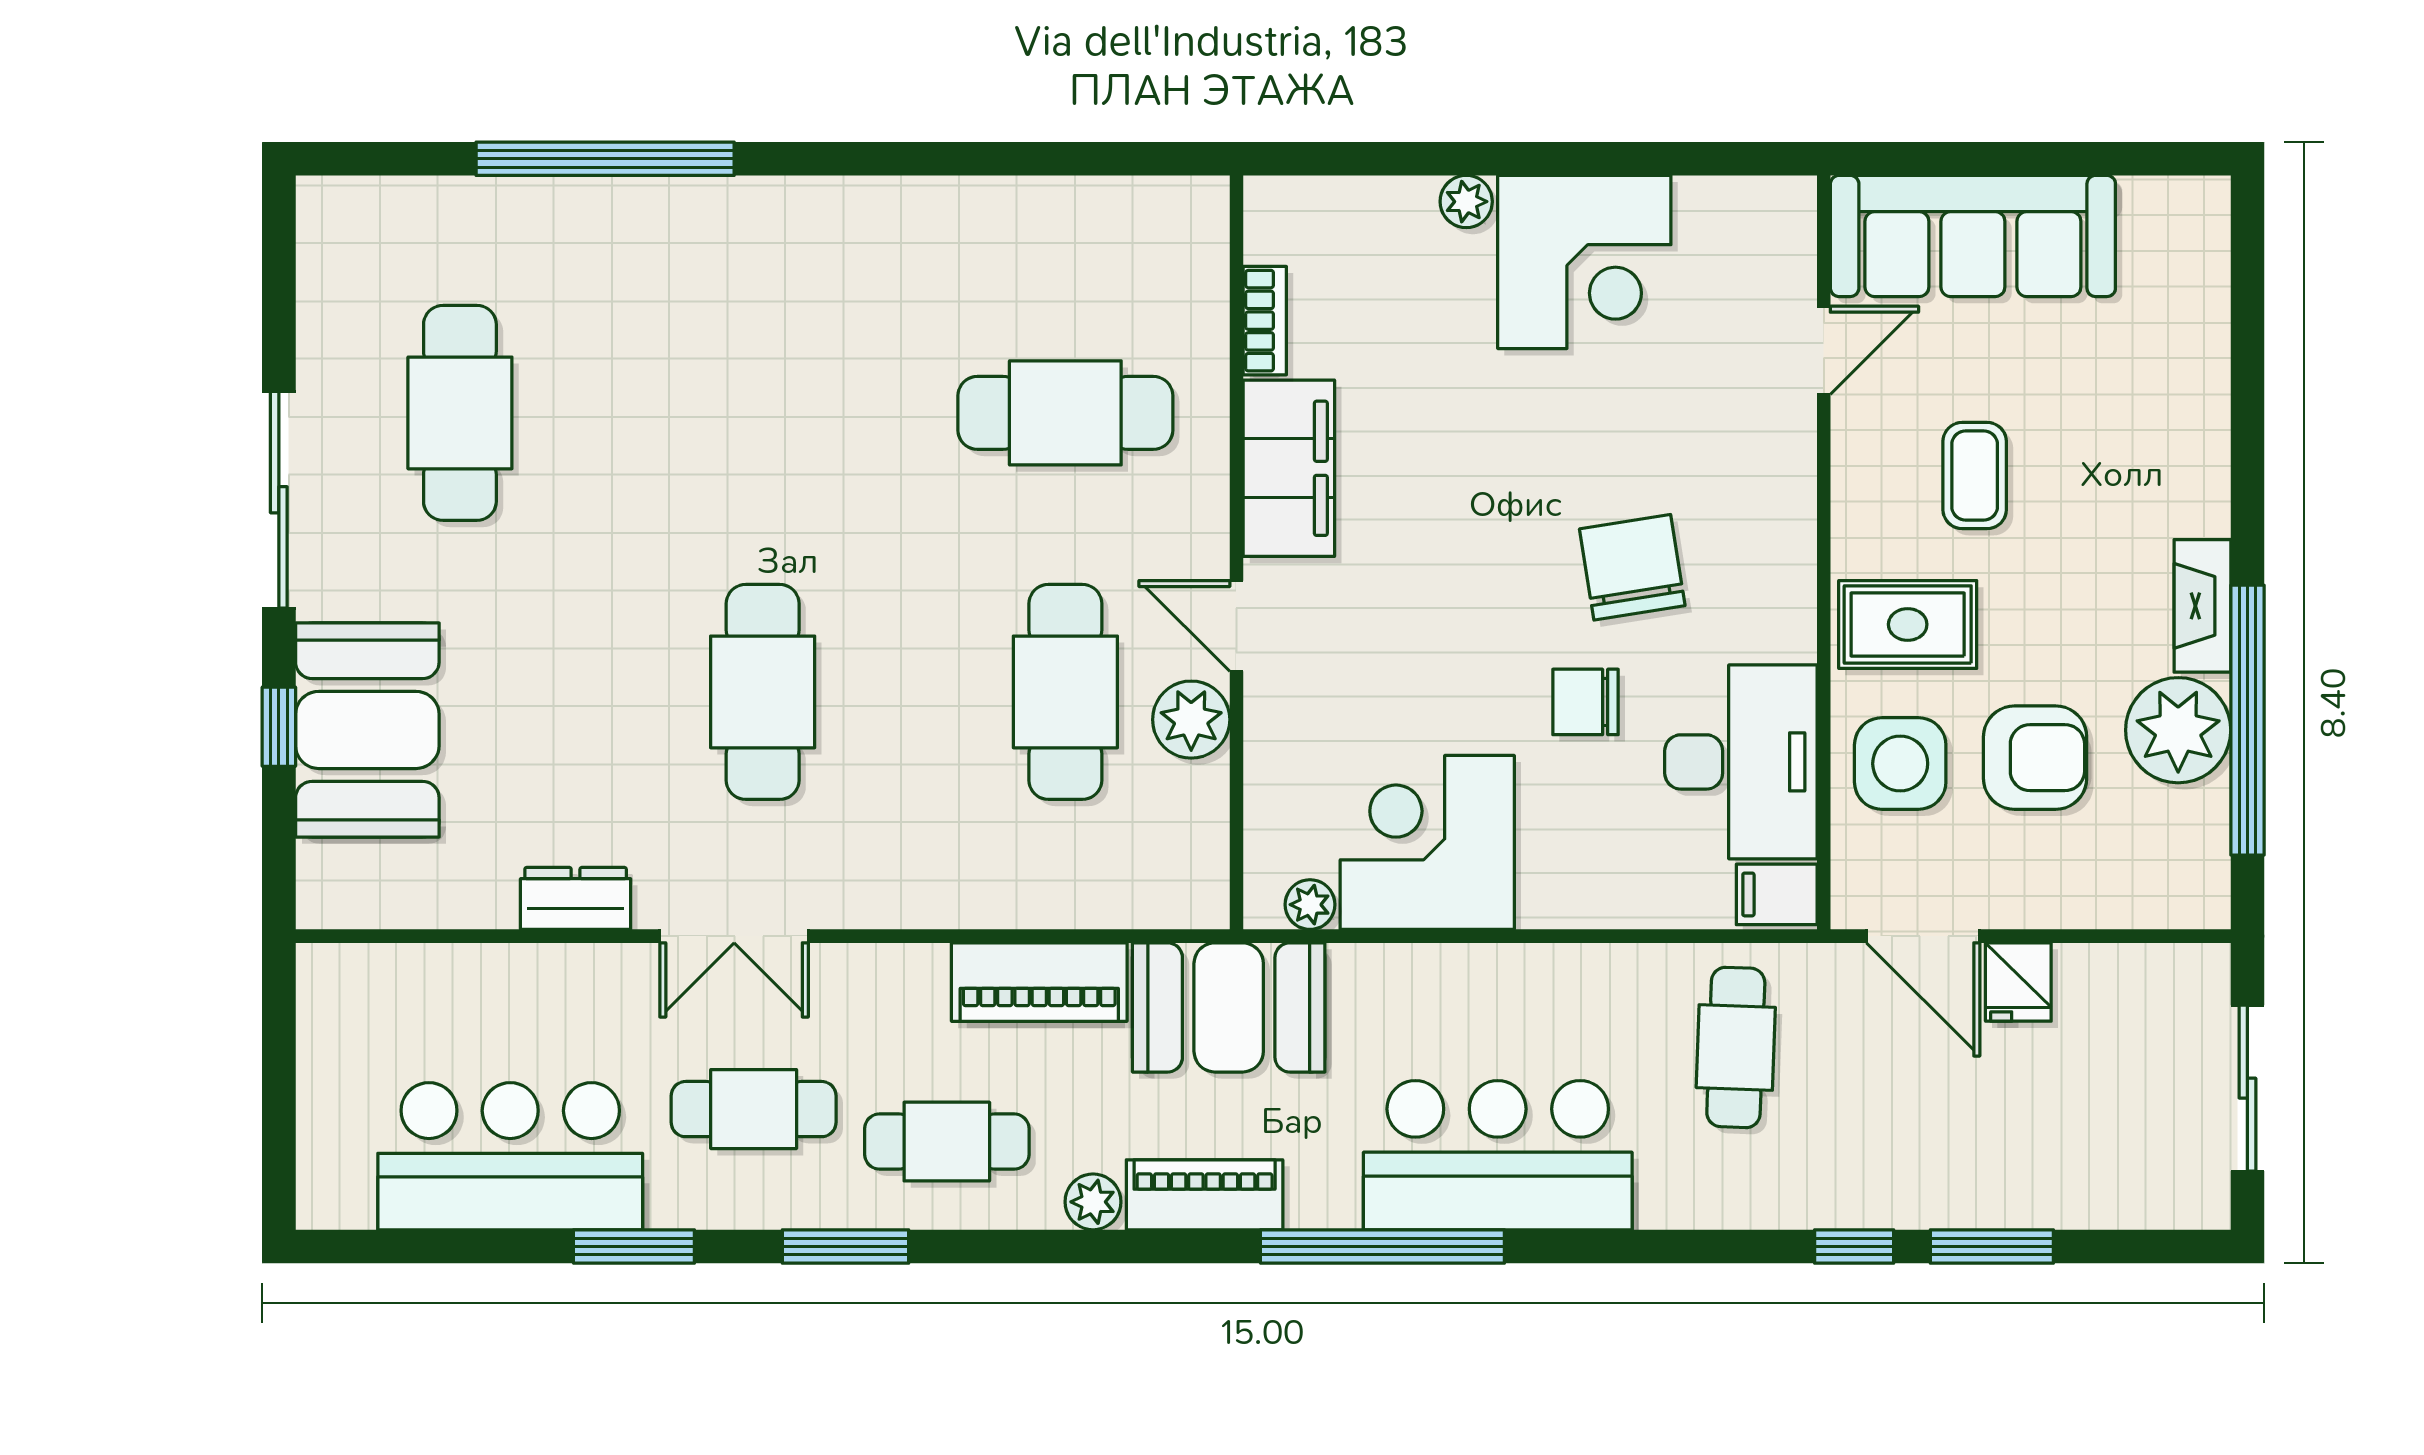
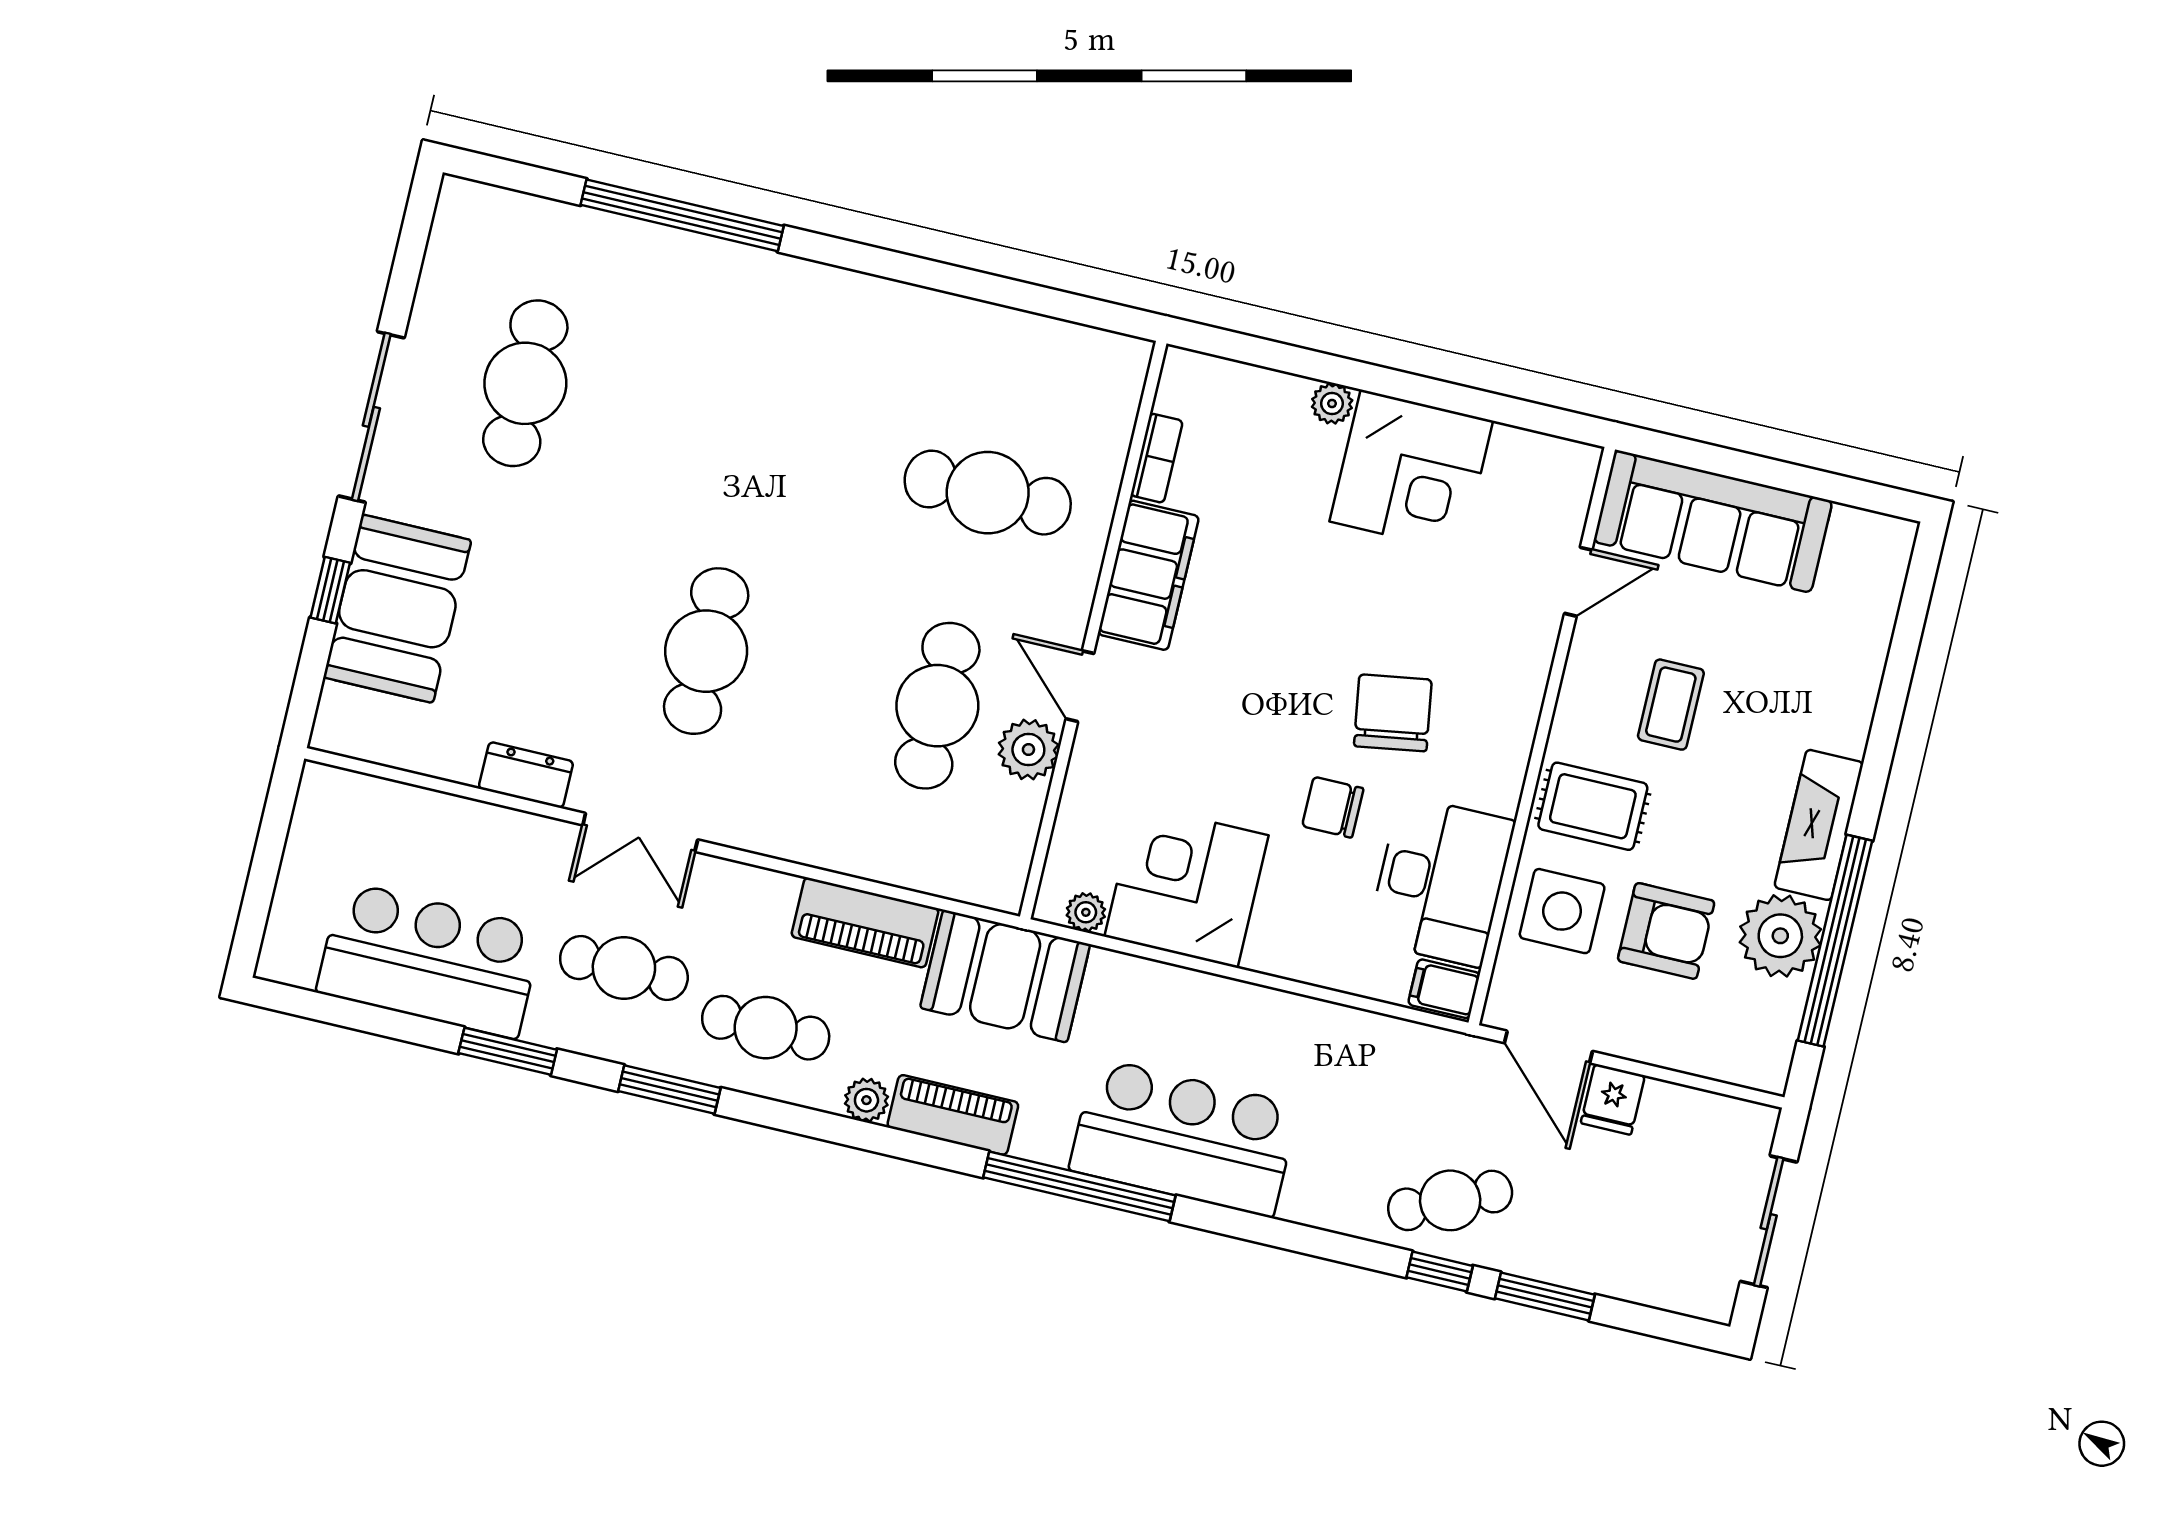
fireplace: (2202, 606) -> (1819, 825), width x1.37, depth x1.32
cafe table: (1736, 1047) -> (1450, 1200), moved, turned 63

